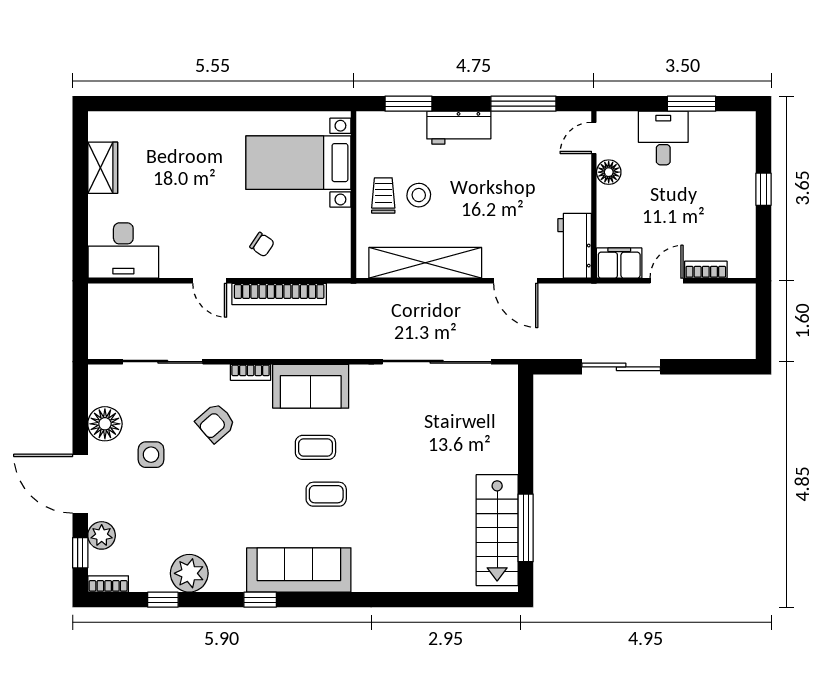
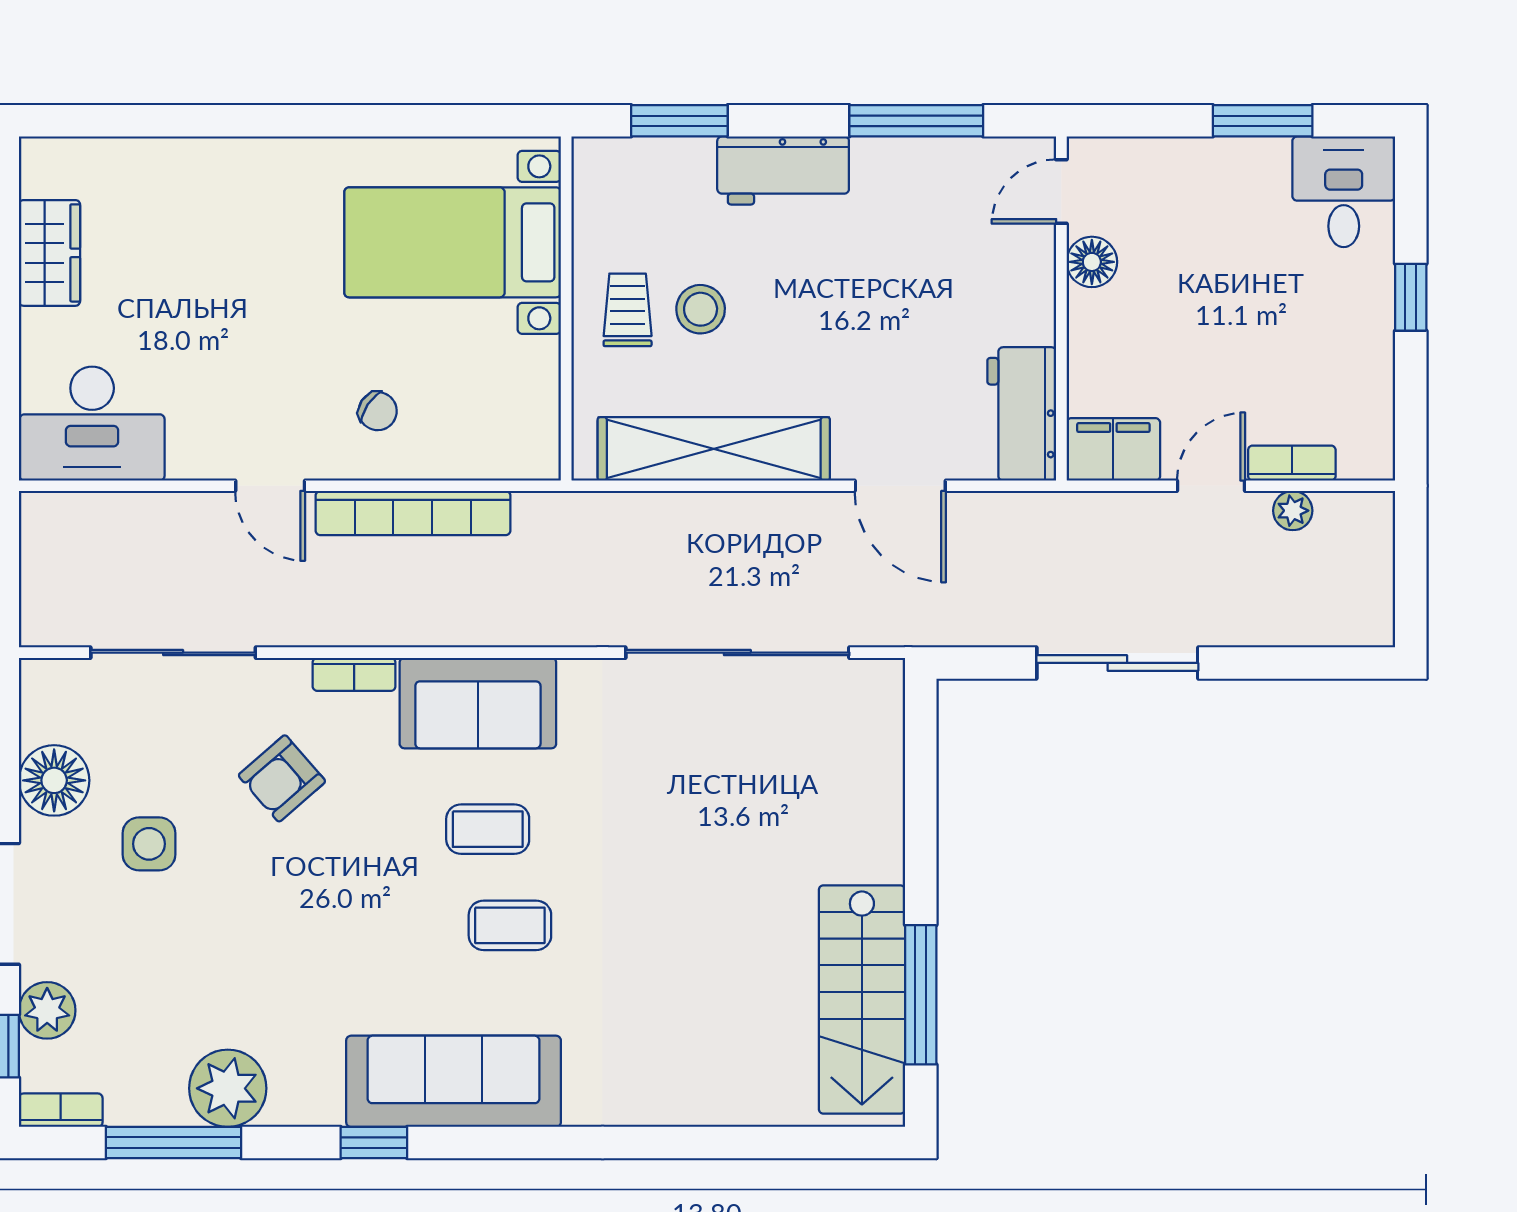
desk: (663, 138) -> (1344, 192), moved
plant: (706, 293) -> (1293, 511), added
window: (163, 600) -> (174, 1143), width x2.17

